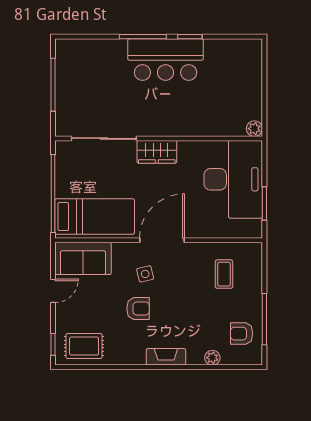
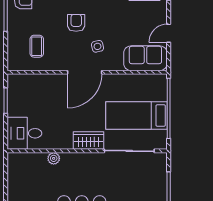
plant: (254, 129) -> (54, 158), moved
desk: (233, 179) -> (24, 133), width x0.53, depth x0.77
bed: (95, 217) -> (136, 115), moved
armchair: (138, 309) -> (76, 23), moved, turned 90

